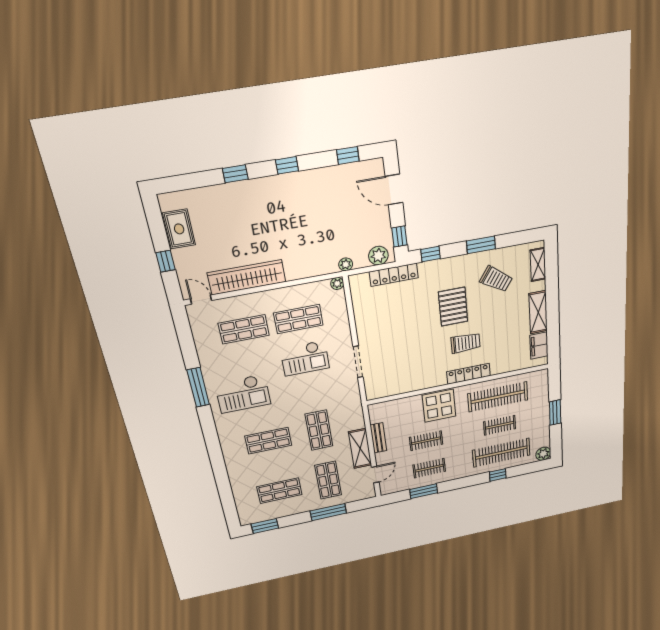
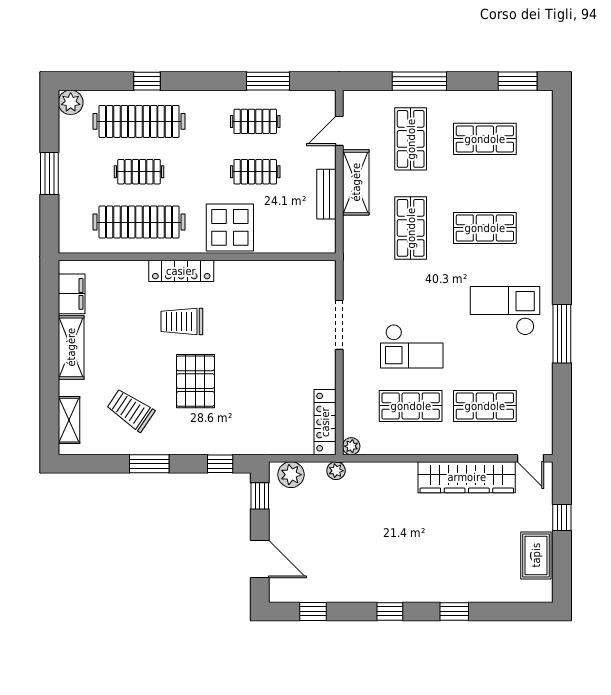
locker: (394, 275) -> (325, 422), moved, turned -90
checkout: (305, 358) -> (412, 346), turned 180

